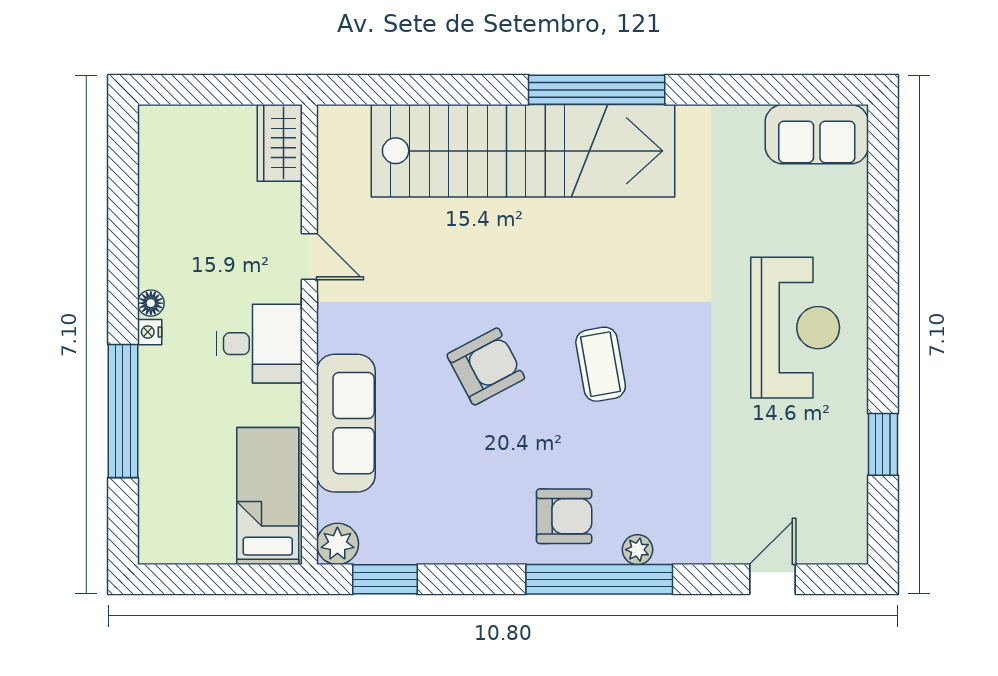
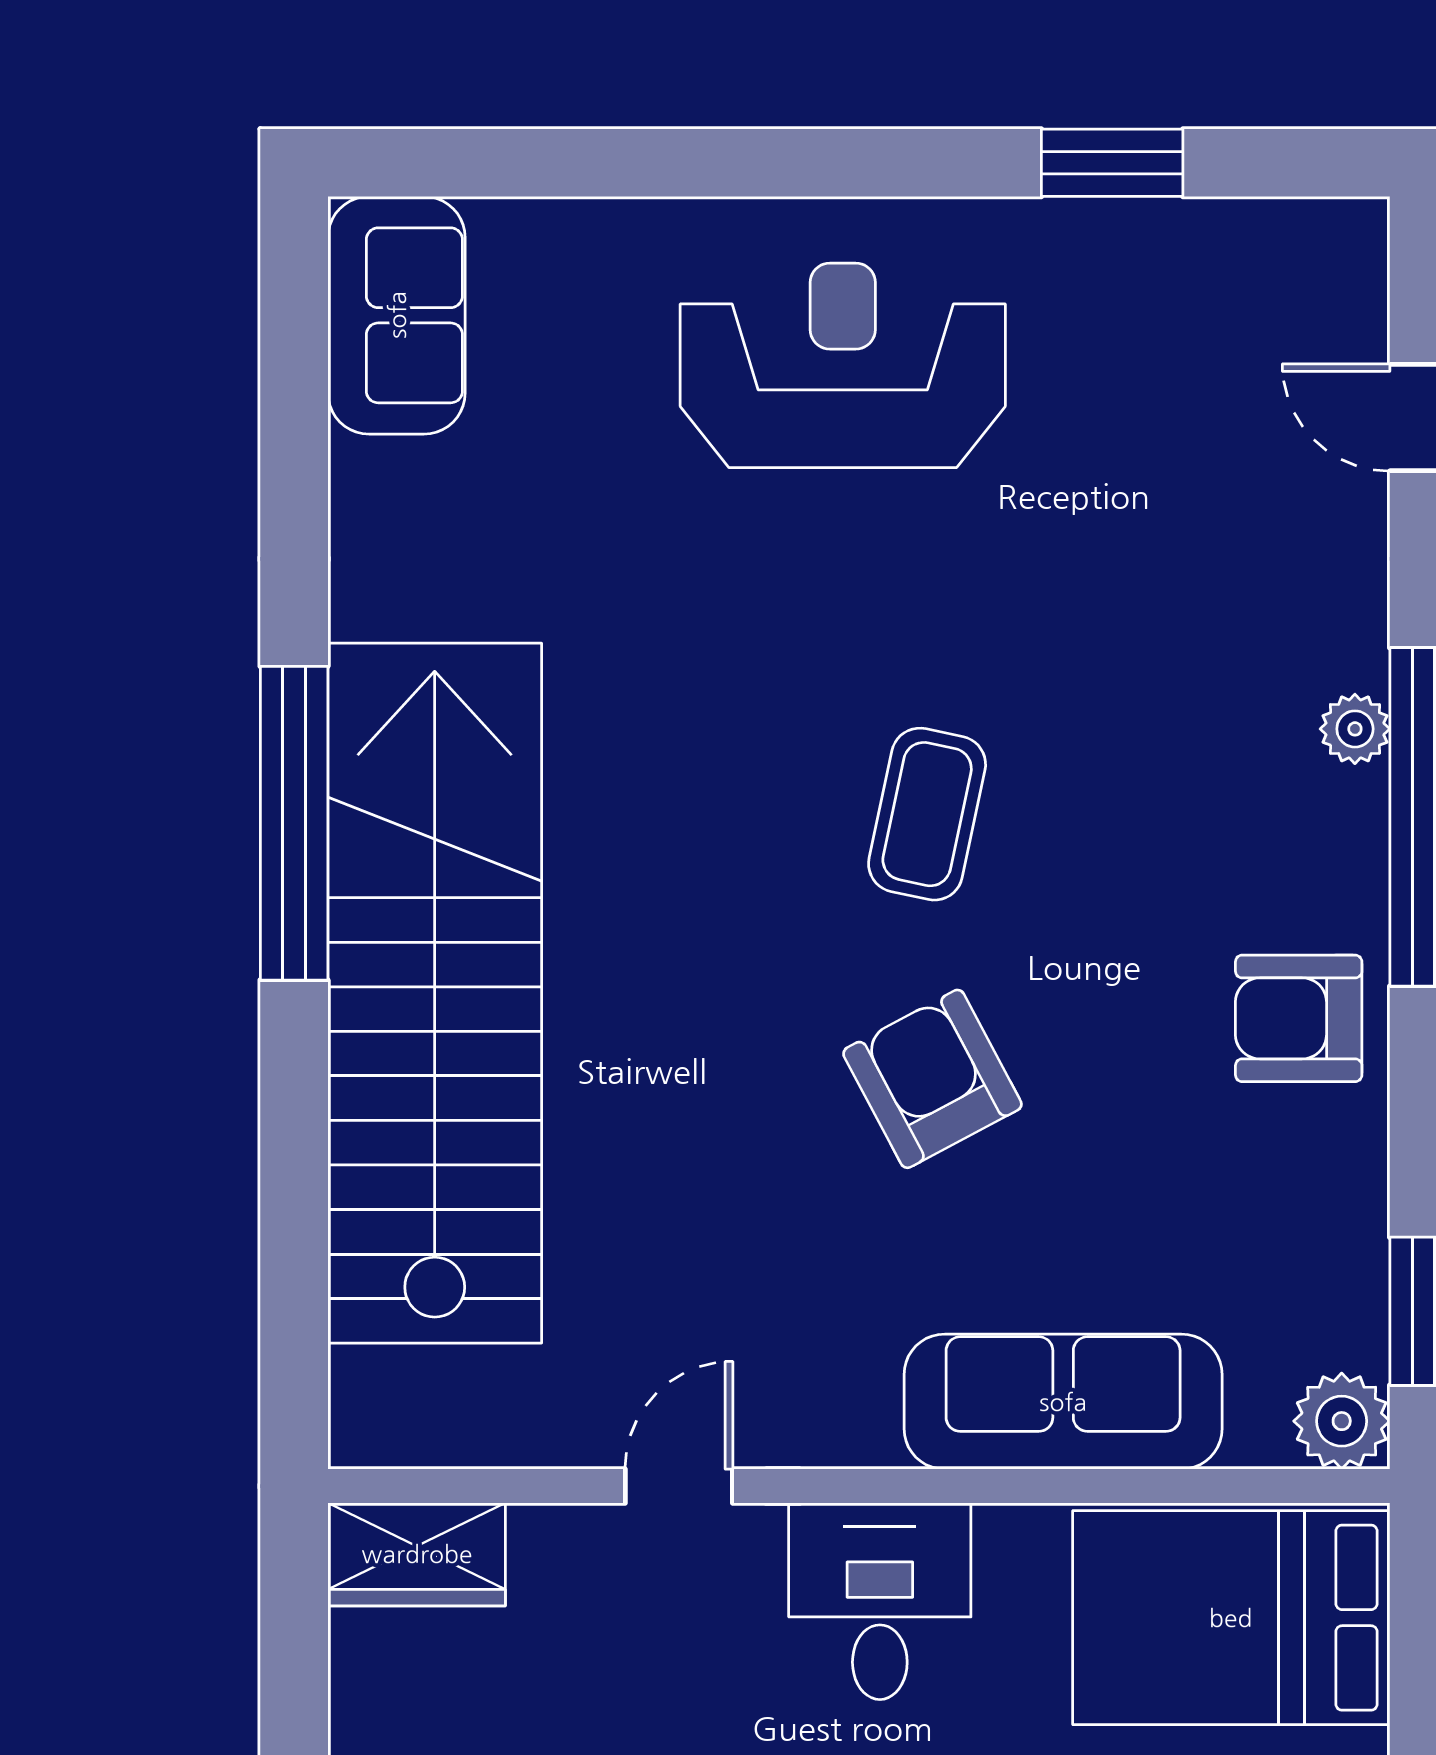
coffee table: (601, 364) -> (927, 814), turned -68
bed: (268, 496) -> (1231, 1618), width x1.50
armchair: (564, 516) -> (1299, 1018), moved, turned -90

